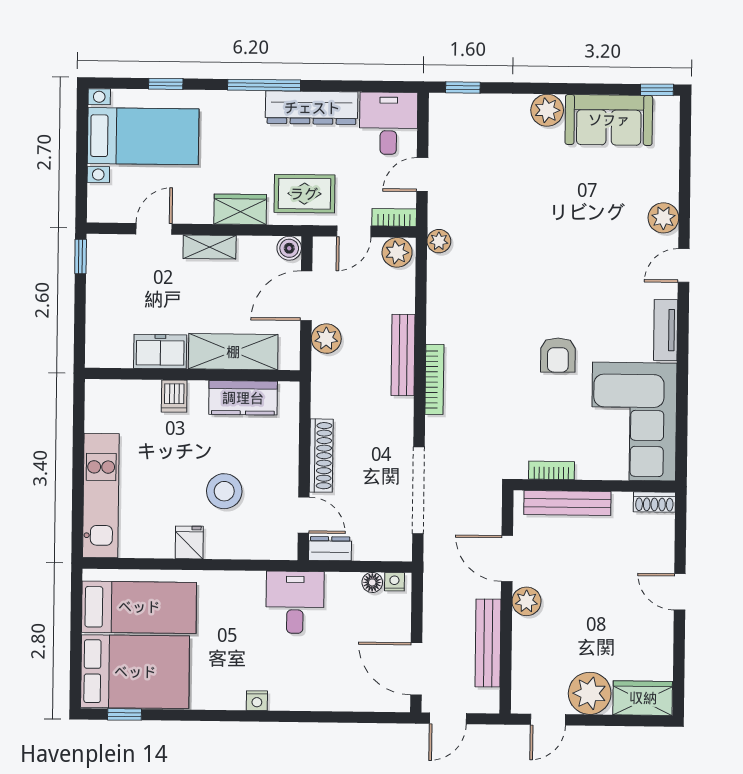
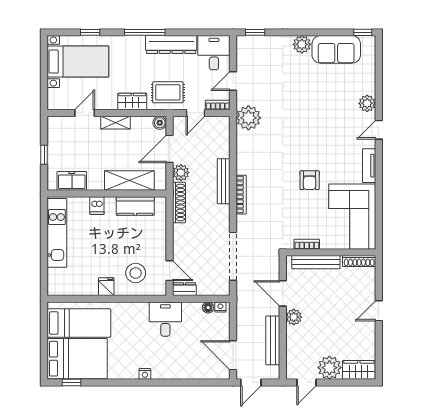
plant: (439, 241) -> (248, 118), width x1.88, depth x1.88
plant: (397, 252) -> (220, 124), removed
window: (81, 257) -> (44, 155), moved
freezer: (160, 352) -> (72, 181), moved
shoe rack: (321, 456) -> (179, 202), moved
stool: (224, 491) -> (136, 273), moved
kitchen unit: (101, 496) -> (57, 233), moved
shoe rack: (654, 502) -> (359, 261), width x1.43
door: (680, 592) -> (379, 311), hinge flipped

